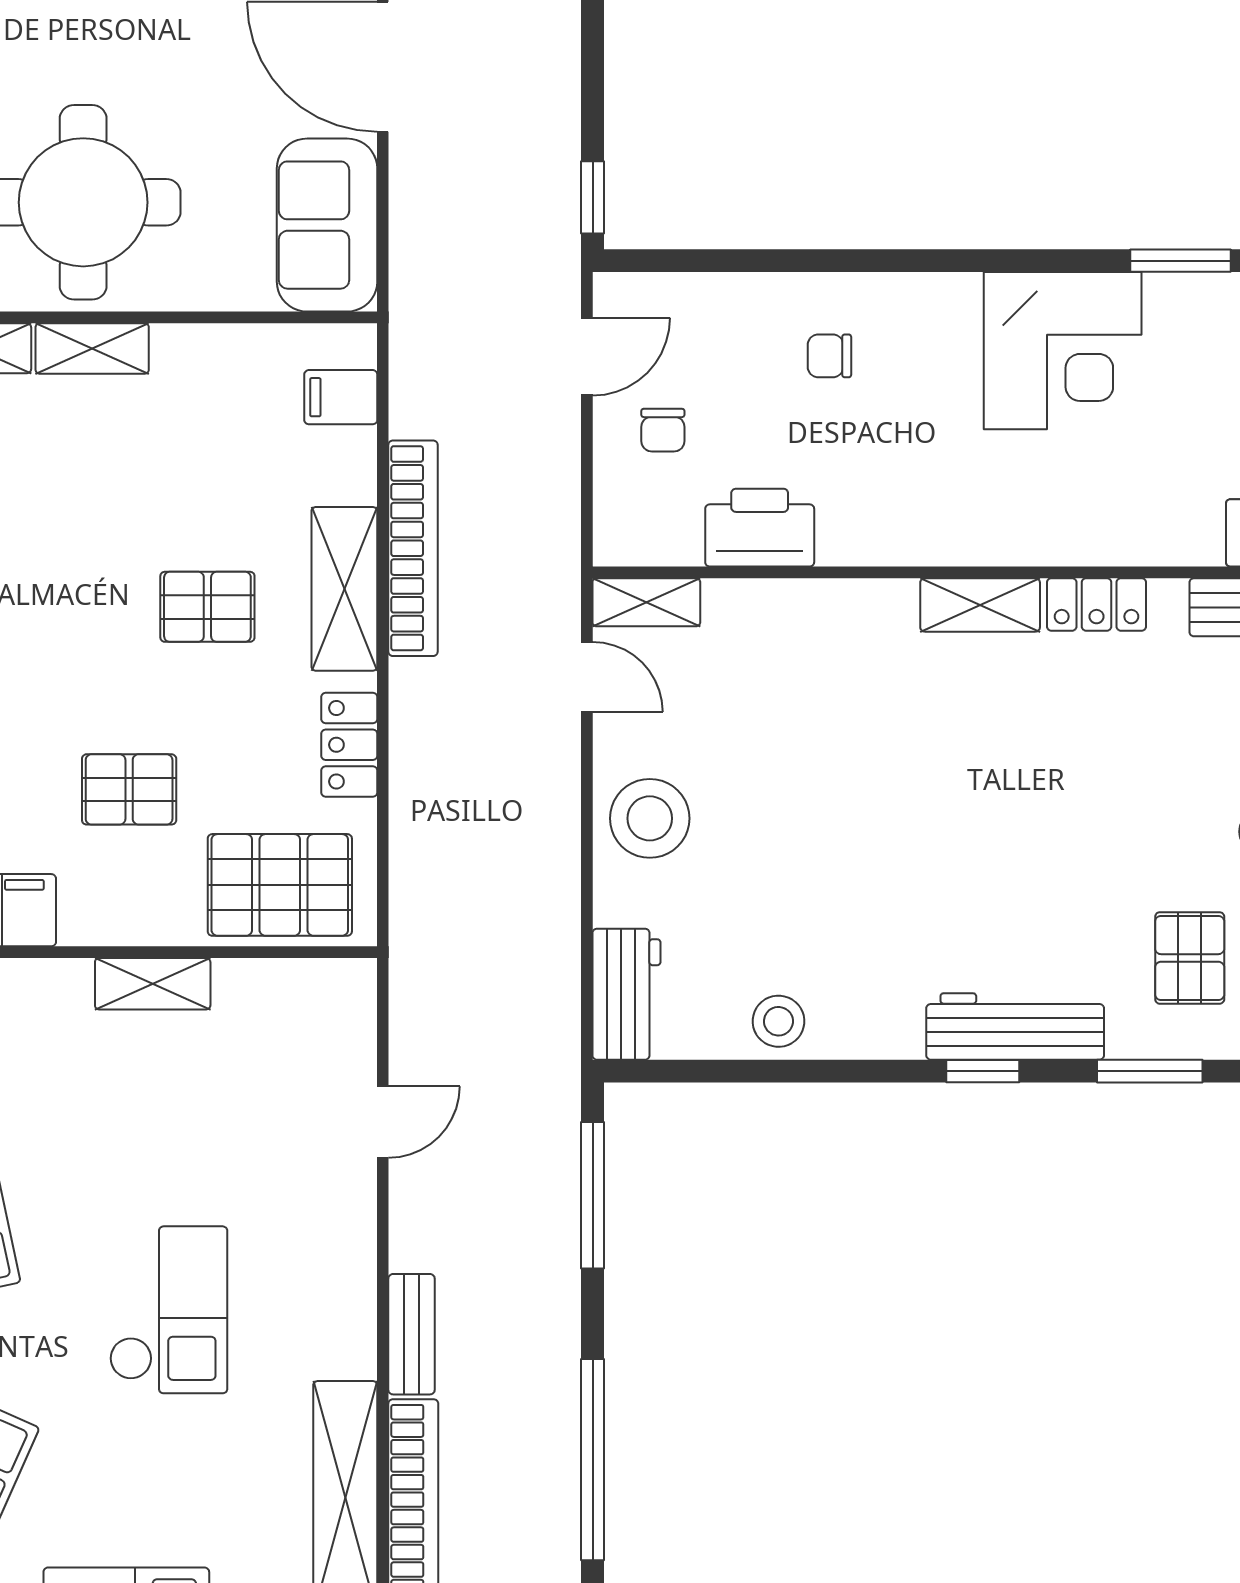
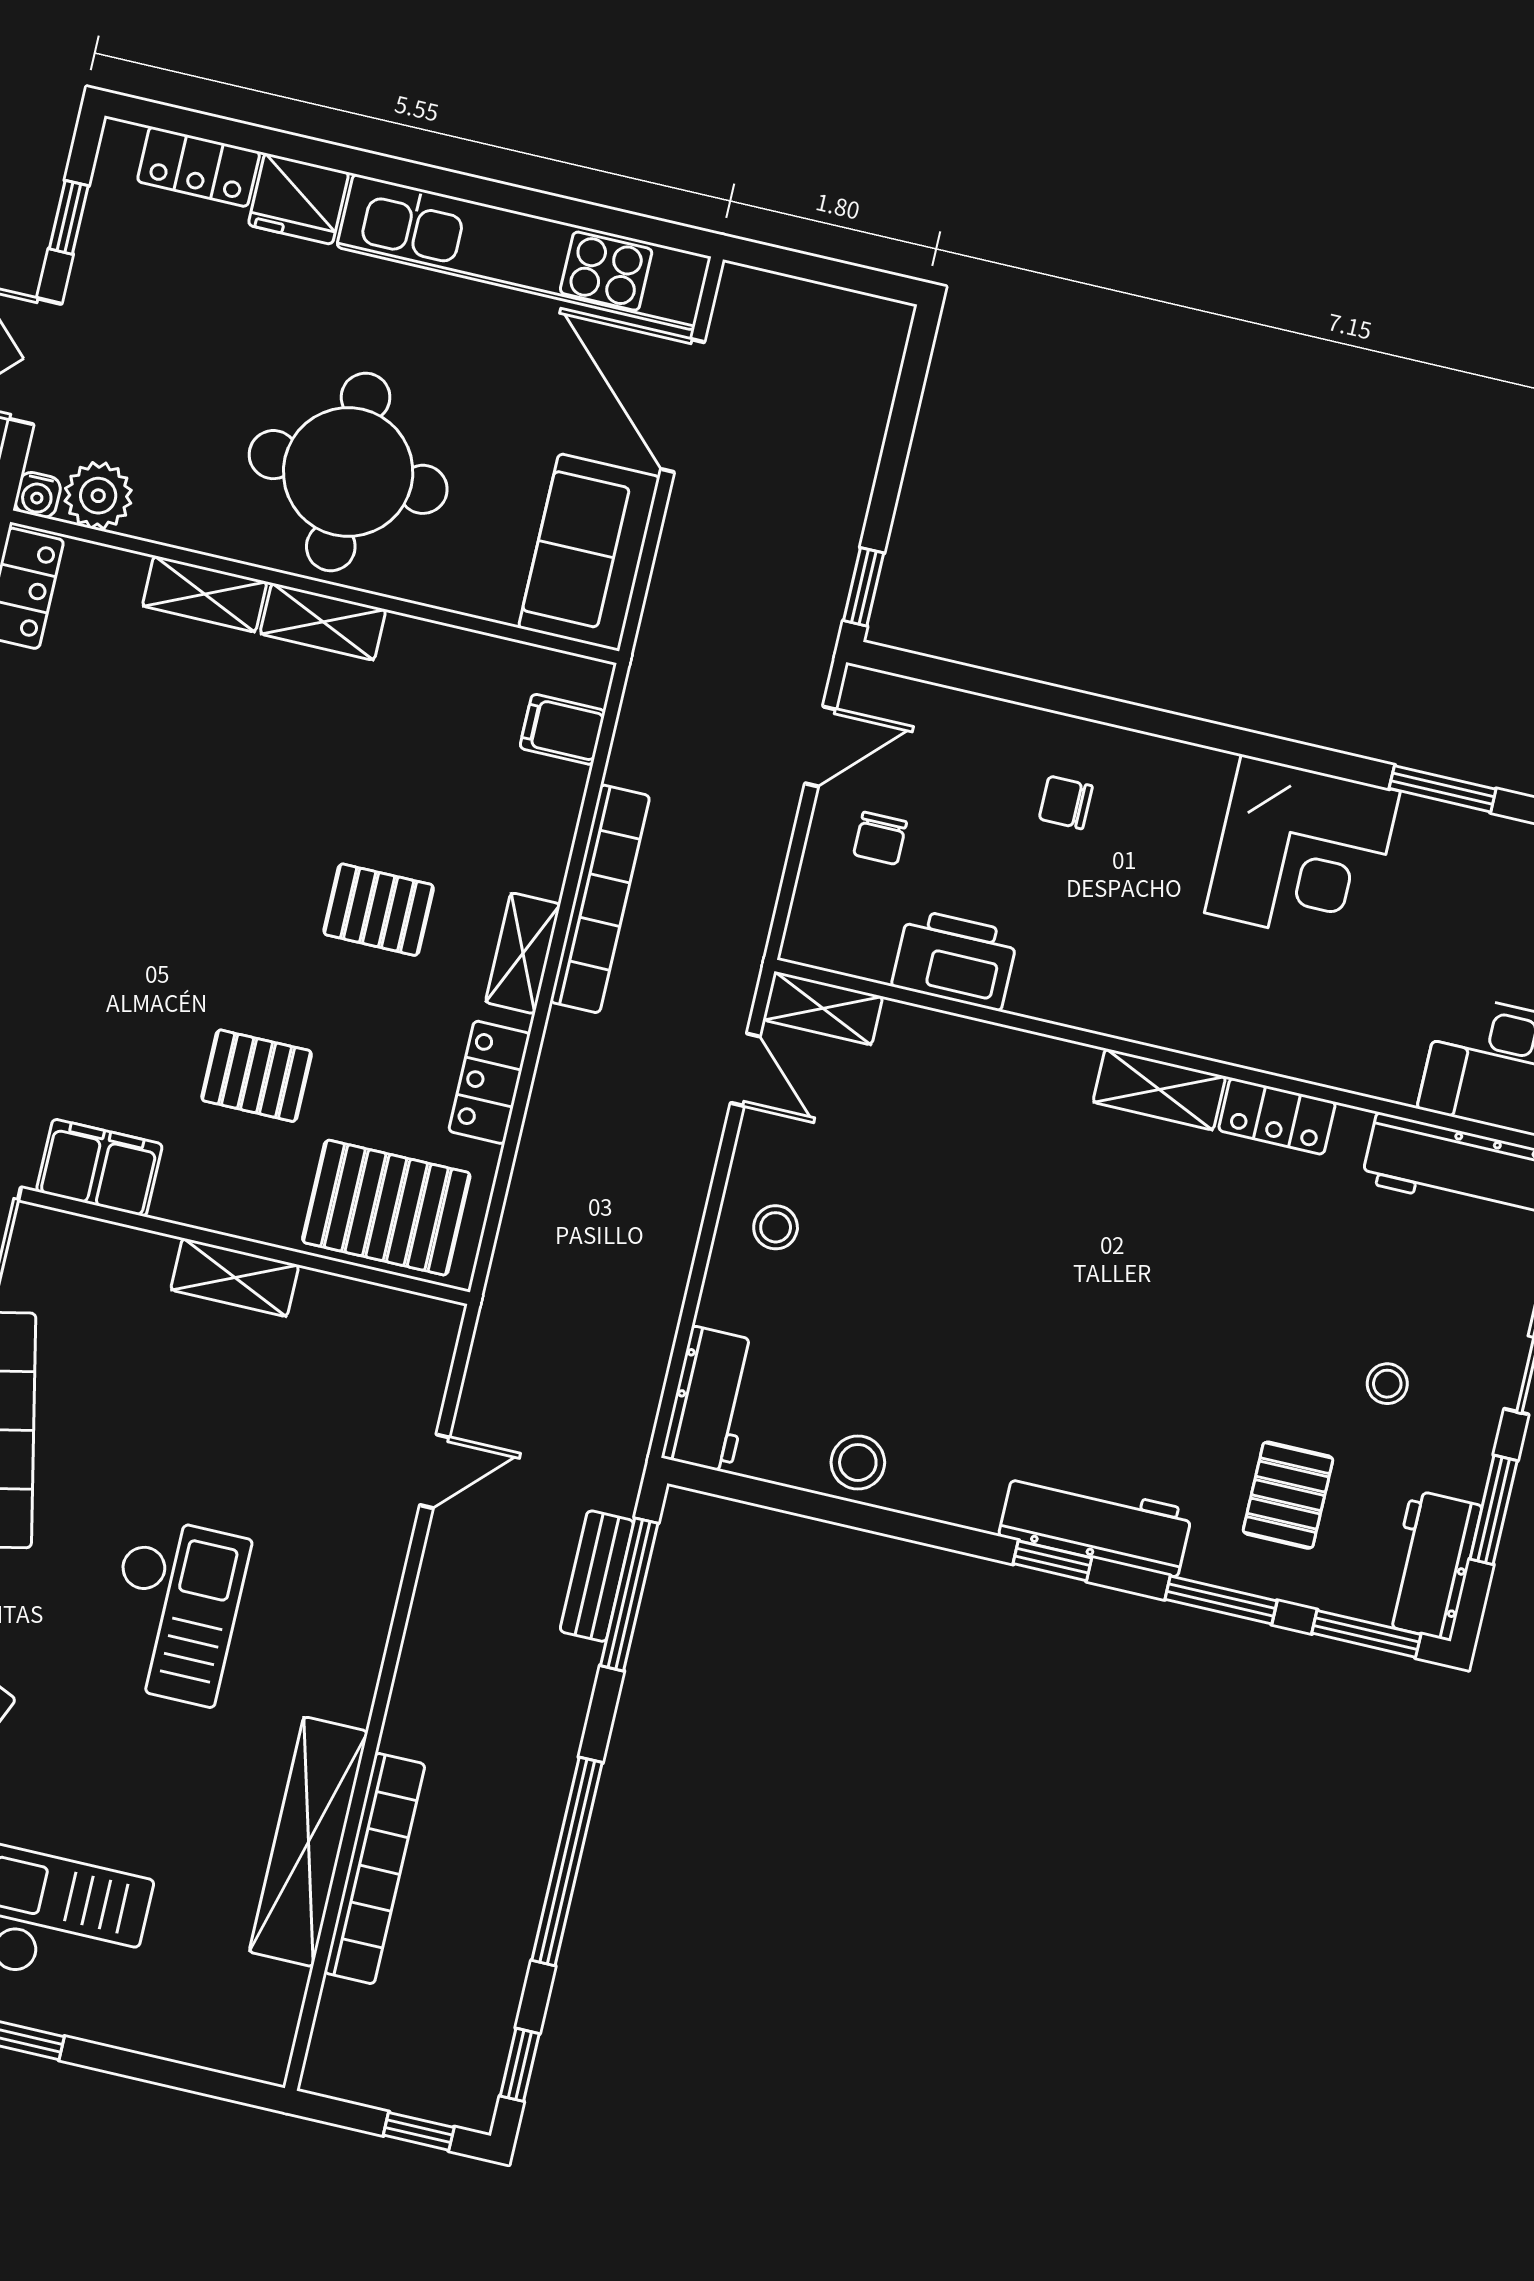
shelving: (344, 589) -> (523, 953), width x0.67, depth x0.75
stool: (650, 818) -> (776, 1227), width x0.53, depth x0.53
bench: (412, 1334) -> (597, 1576), moved

